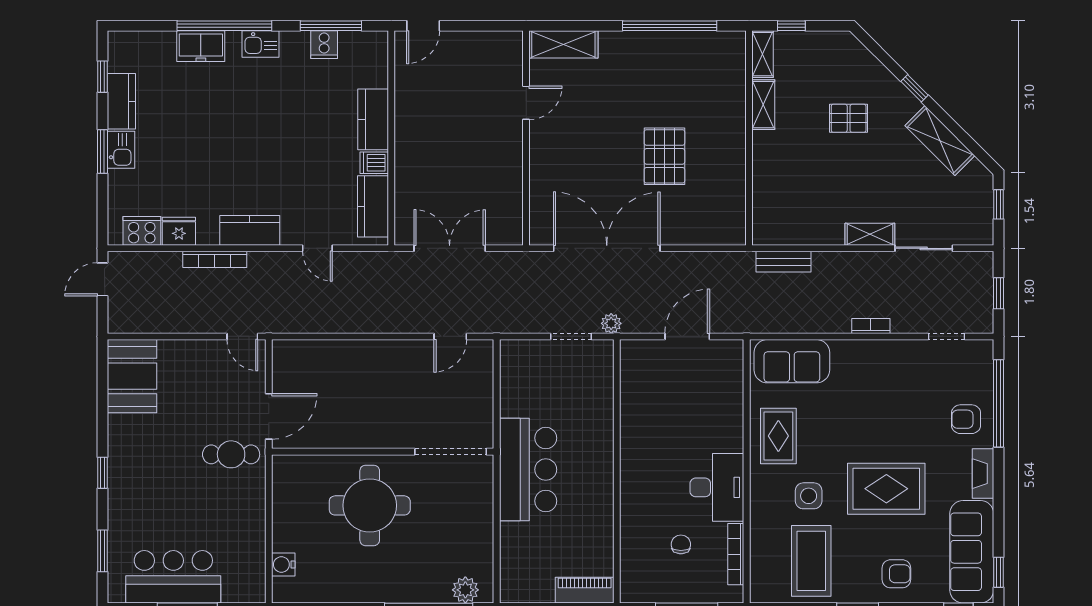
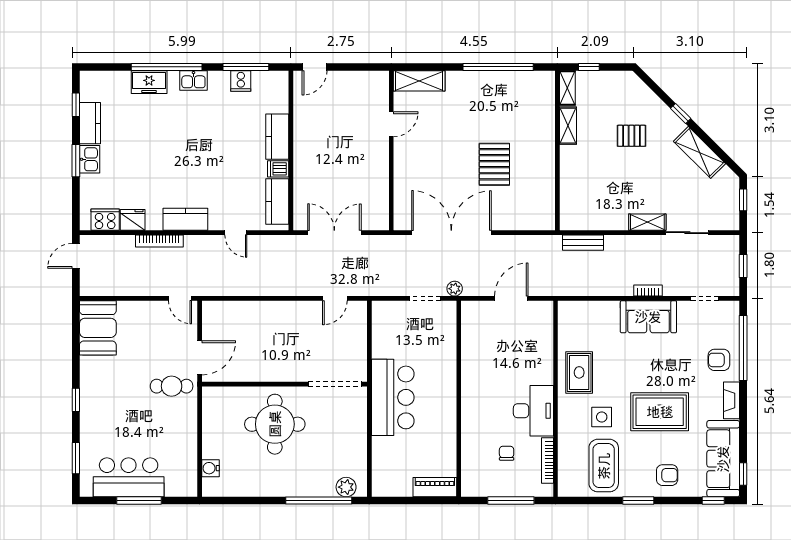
sofa: (792, 361) -> (648, 317), moved

